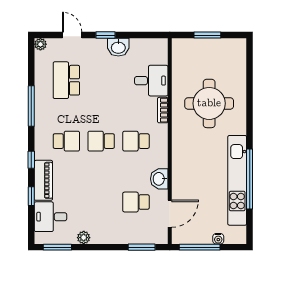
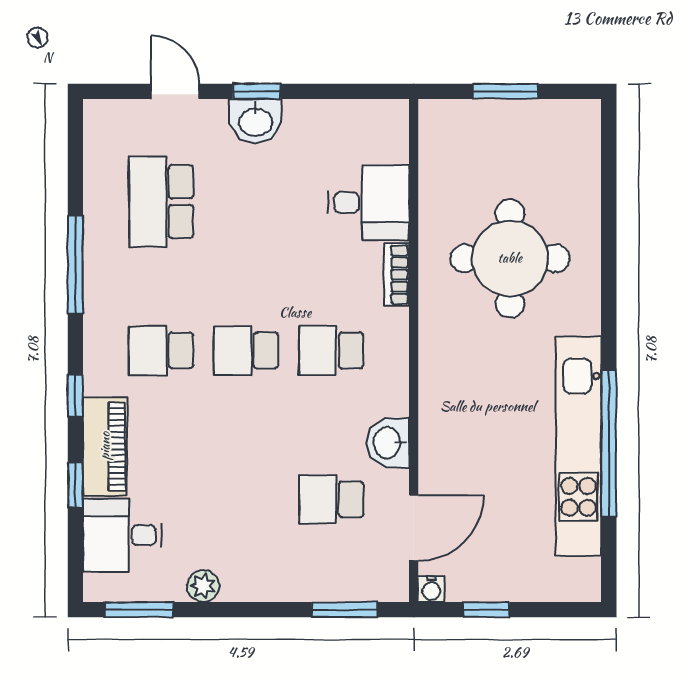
plant: (40, 44) -> (98, 114), removed
washbasin: (118, 47) -> (255, 121), moved
school desk: (66, 141) -> (161, 350), turned 180
water cooler: (218, 239) -> (431, 589), moved
window: (200, 247) -> (487, 610), width x0.46

